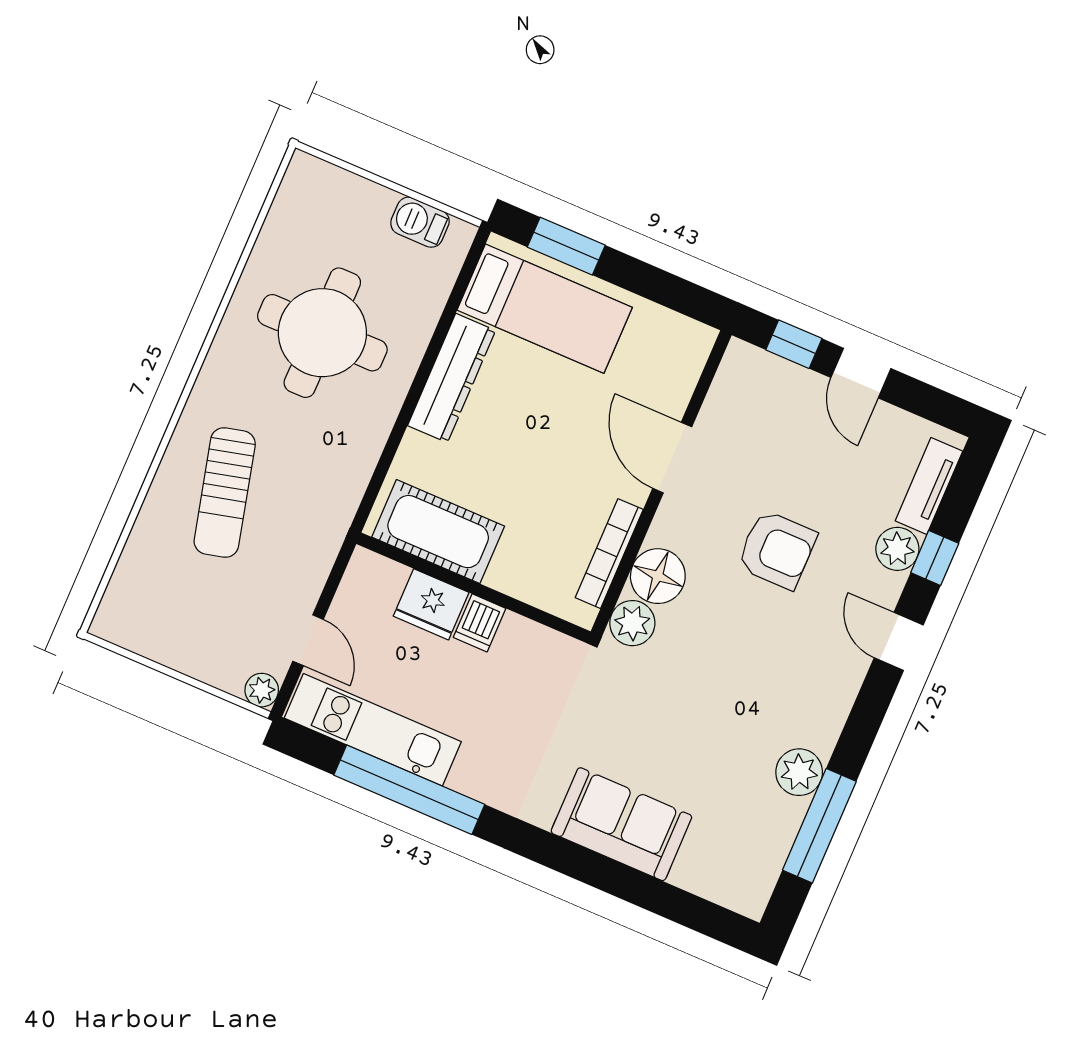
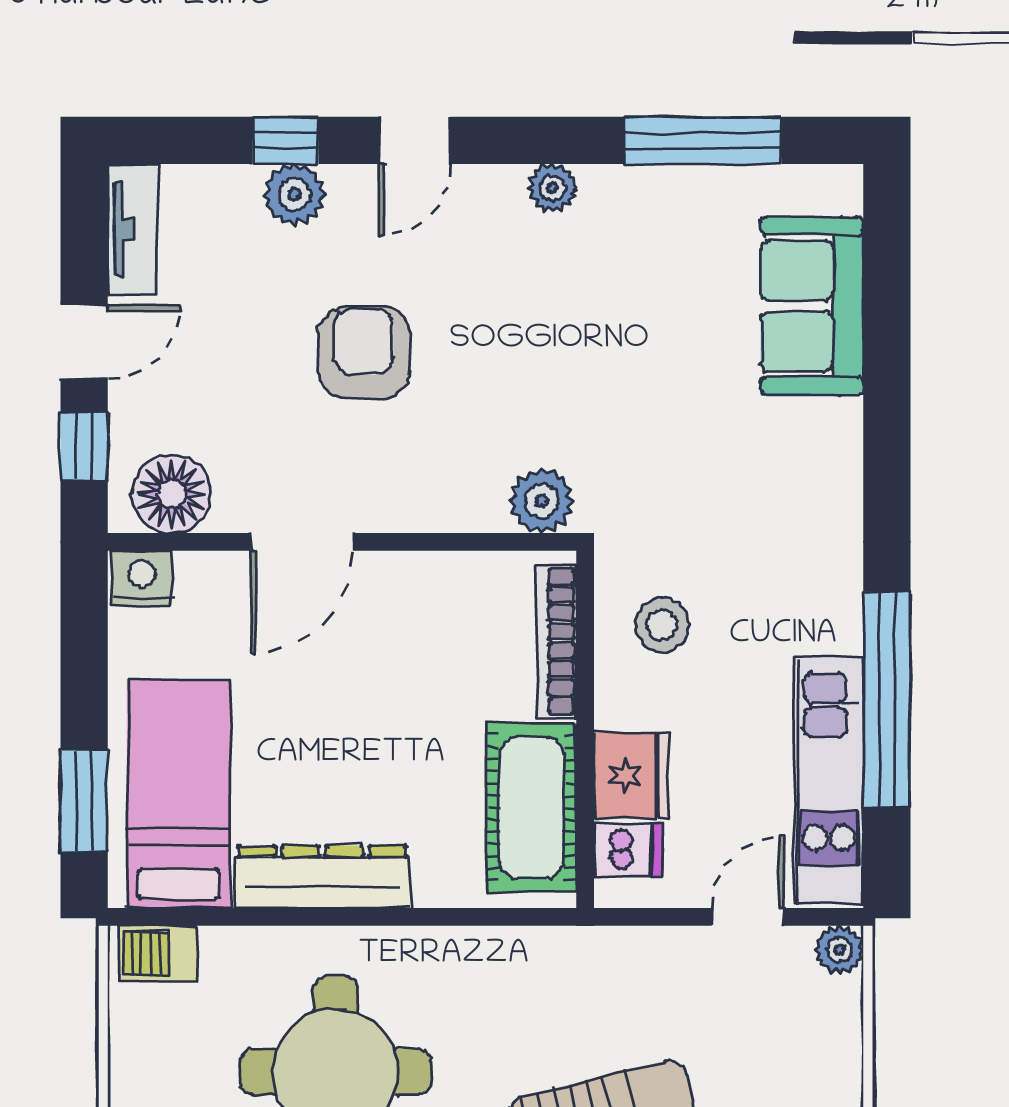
barbecue: (420, 222) -> (157, 953), moved, turned 90
nightstand: (693, 345) -> (142, 578), added
tv unit: (929, 486) -> (132, 229), moved, turned -90
bookcase: (609, 554) -> (557, 641), moved, turned 90
floor lamp: (658, 576) -> (172, 494), moved
dishwasher: (480, 623) -> (628, 850), moved
stool: (519, 666) -> (662, 625), added
plant: (799, 772) -> (552, 188), moved, width x0.73, depth x0.73
sofa: (621, 824) -> (812, 306), moved

